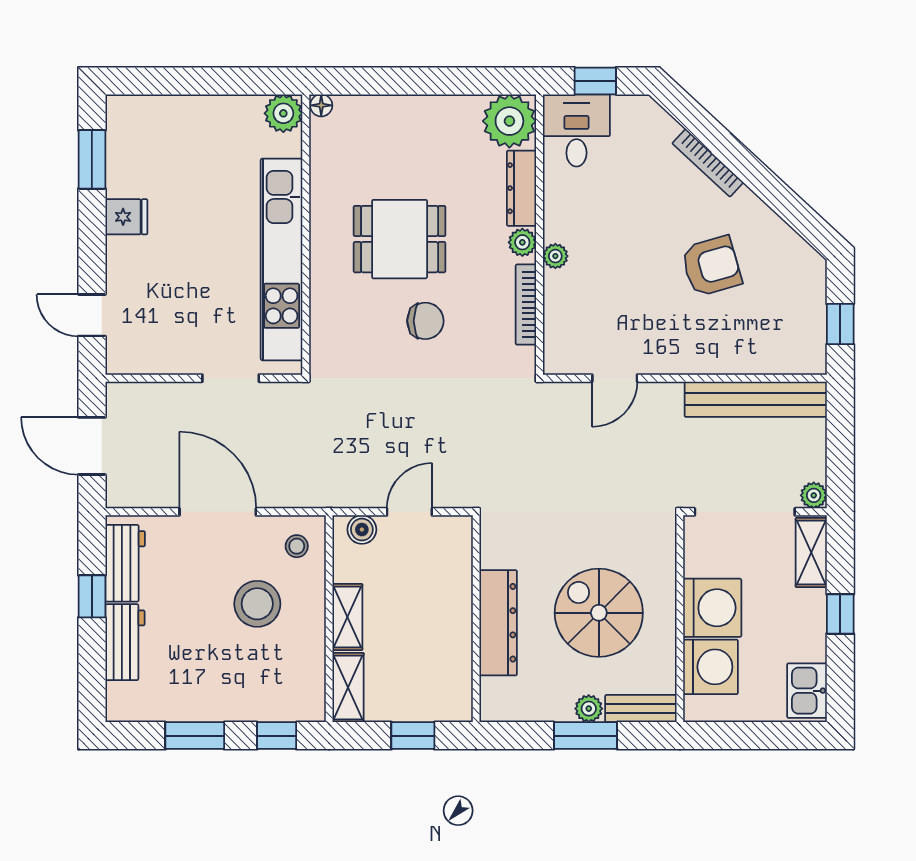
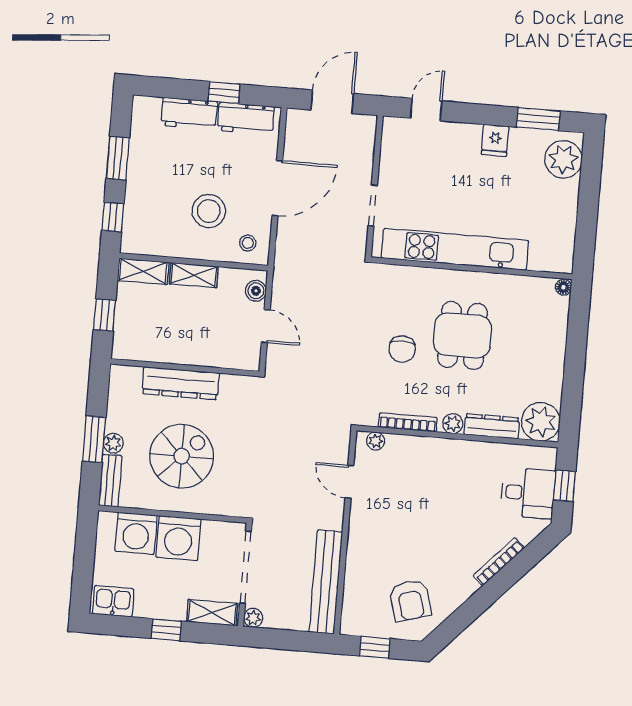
plant: (283, 113) -> (563, 159), moved, width x1.36, depth x1.36
desk: (576, 130) -> (528, 493), moved
plant: (555, 256) -> (376, 441), moved
armchair: (711, 266) -> (410, 600), moved

